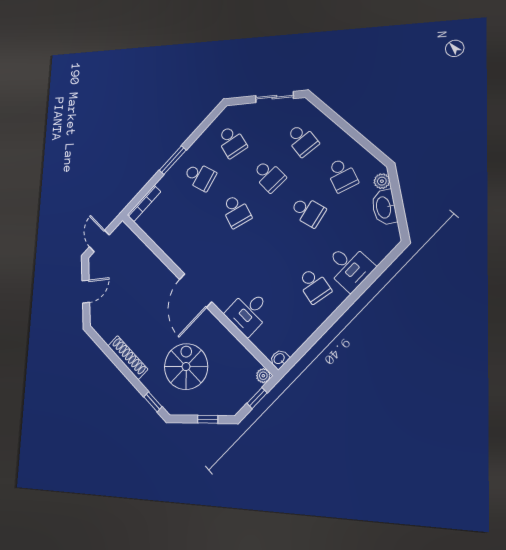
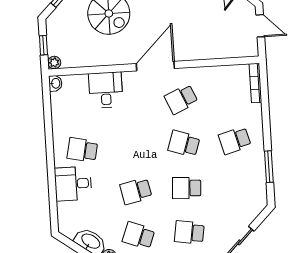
school desk: (232, 142) -> (181, 99), moved, turned -39
window: (173, 160) -> (269, 167), moved
door: (196, 291) -> (155, 66), hinge flipped

